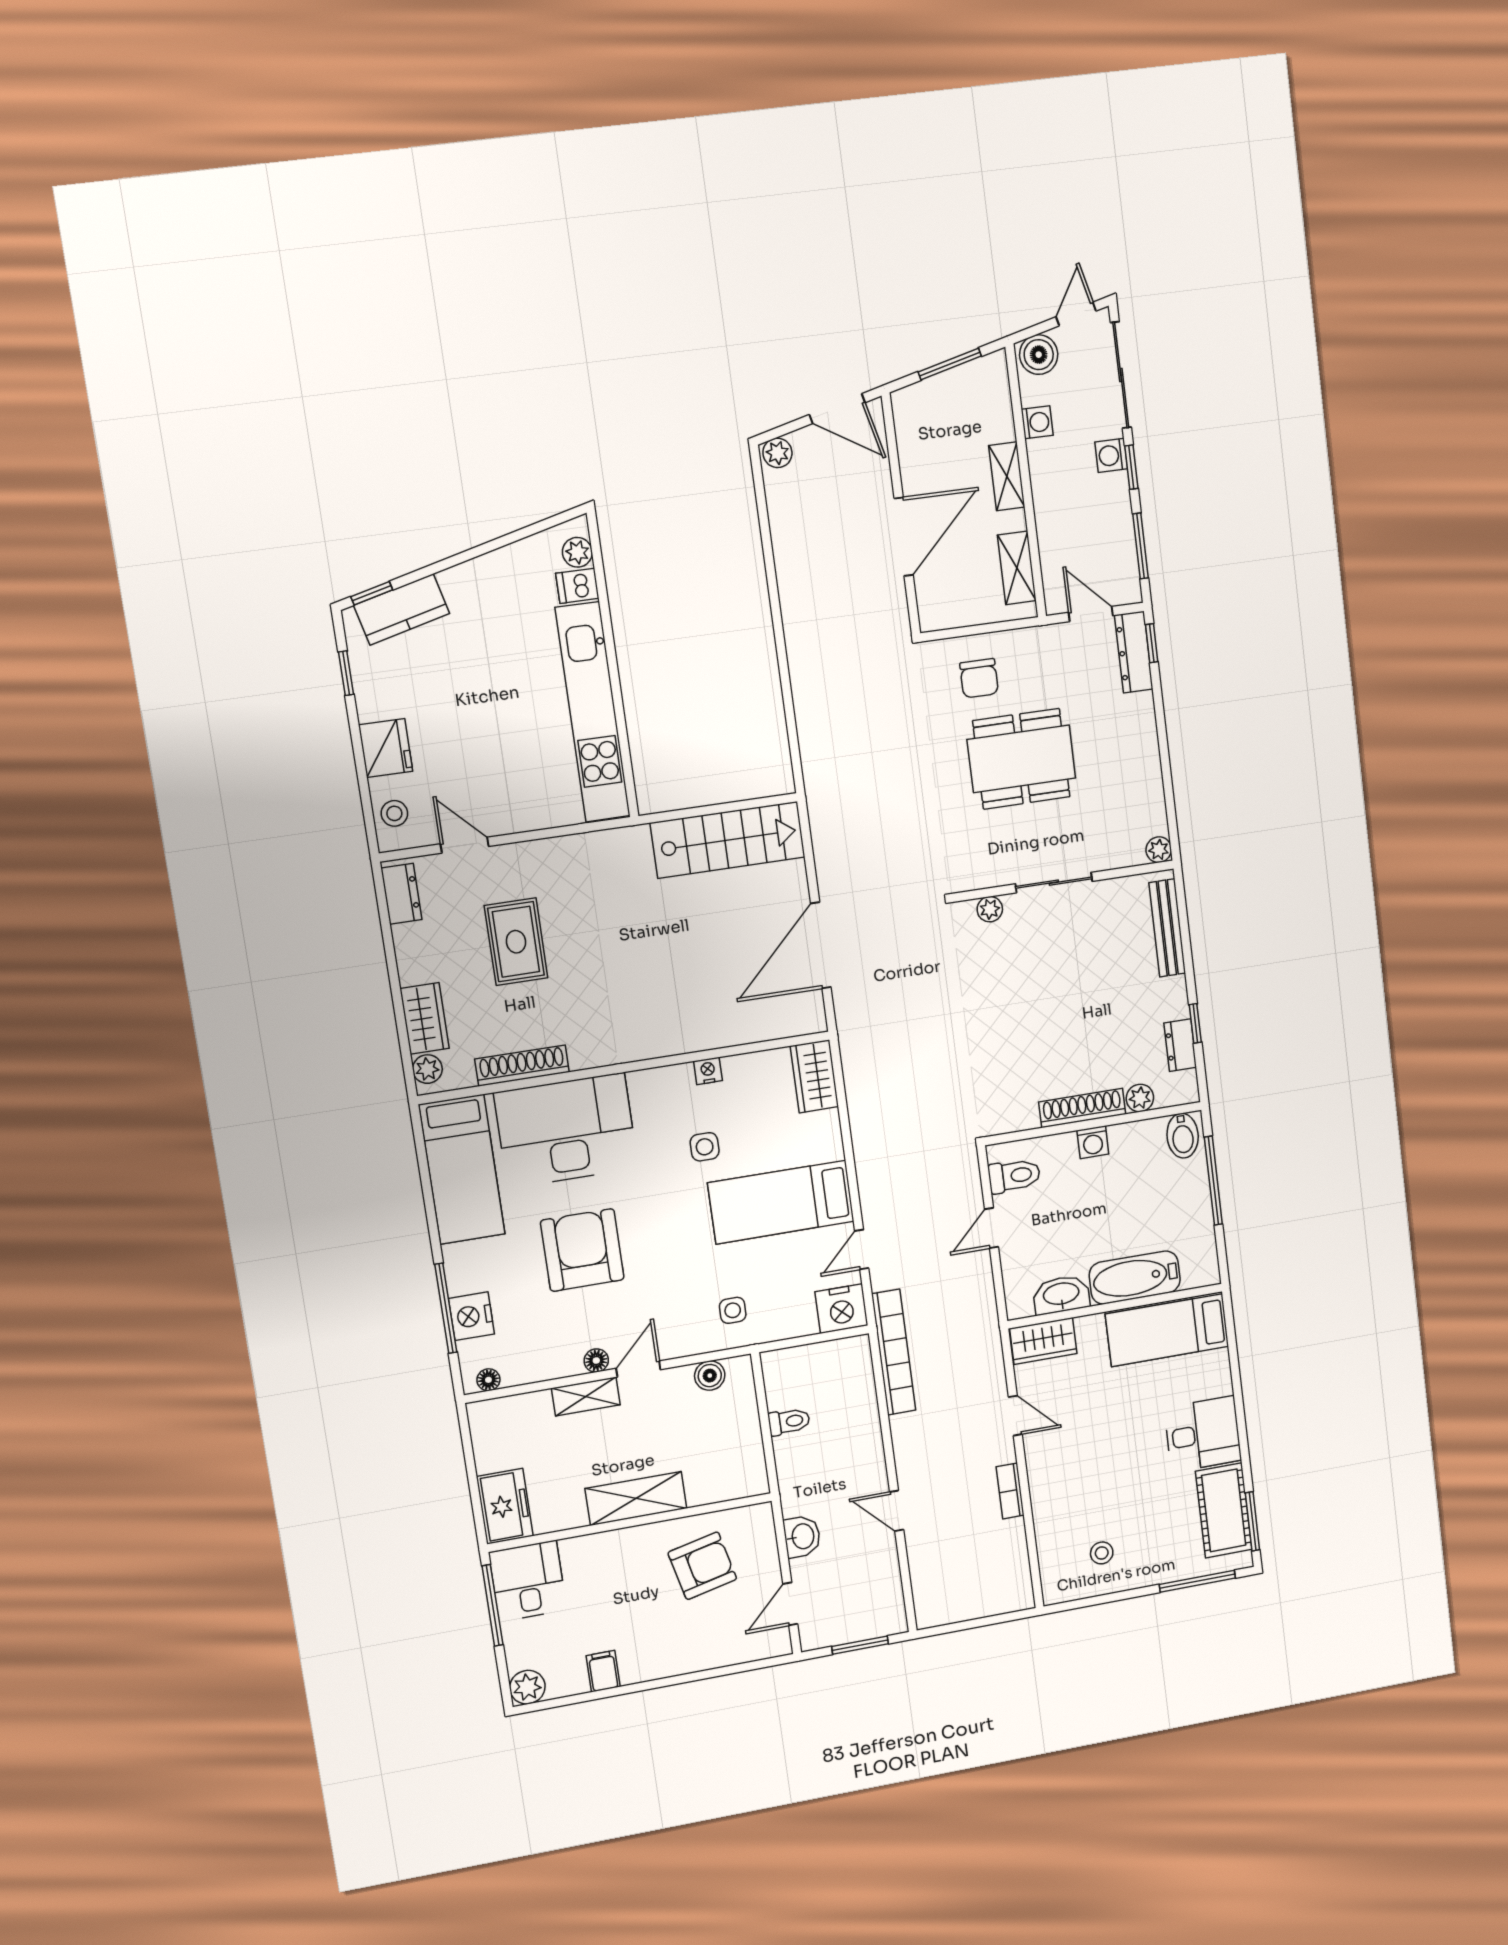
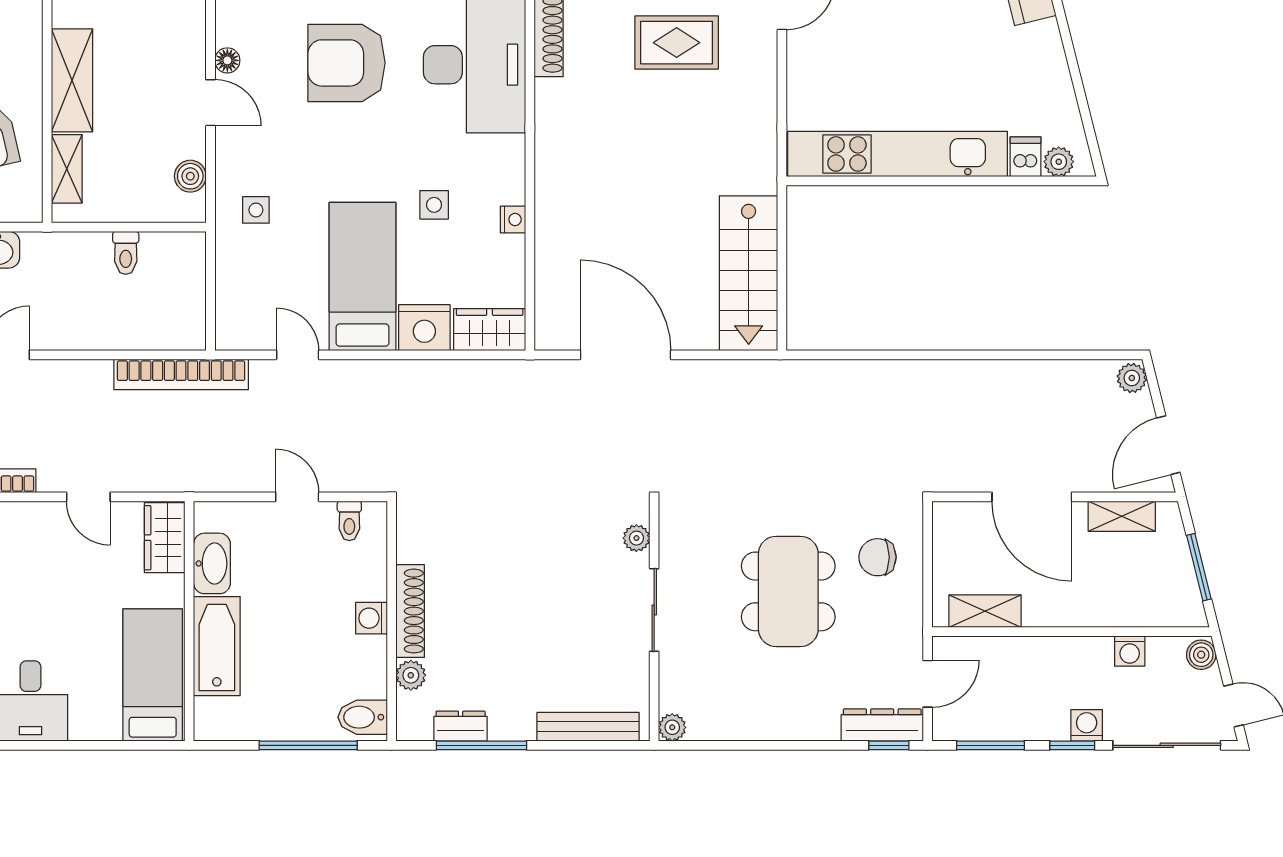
boiler: (1039, 355) -> (1201, 655), width x0.73, depth x0.73
shelving: (1007, 476) -> (1122, 516), moved
window: (1195, 1023) -> (481, 745), width x2.17
toilet: (1014, 1176) -> (349, 521), width x0.73, depth x0.72
armchair: (582, 1250) -> (347, 63), turned 180
nightstand: (841, 1309) -> (424, 328), moved, turned -90
shelving: (586, 1397) -> (67, 169), moved
door: (1015, 1416) -> (88, 497), hinge flipped

